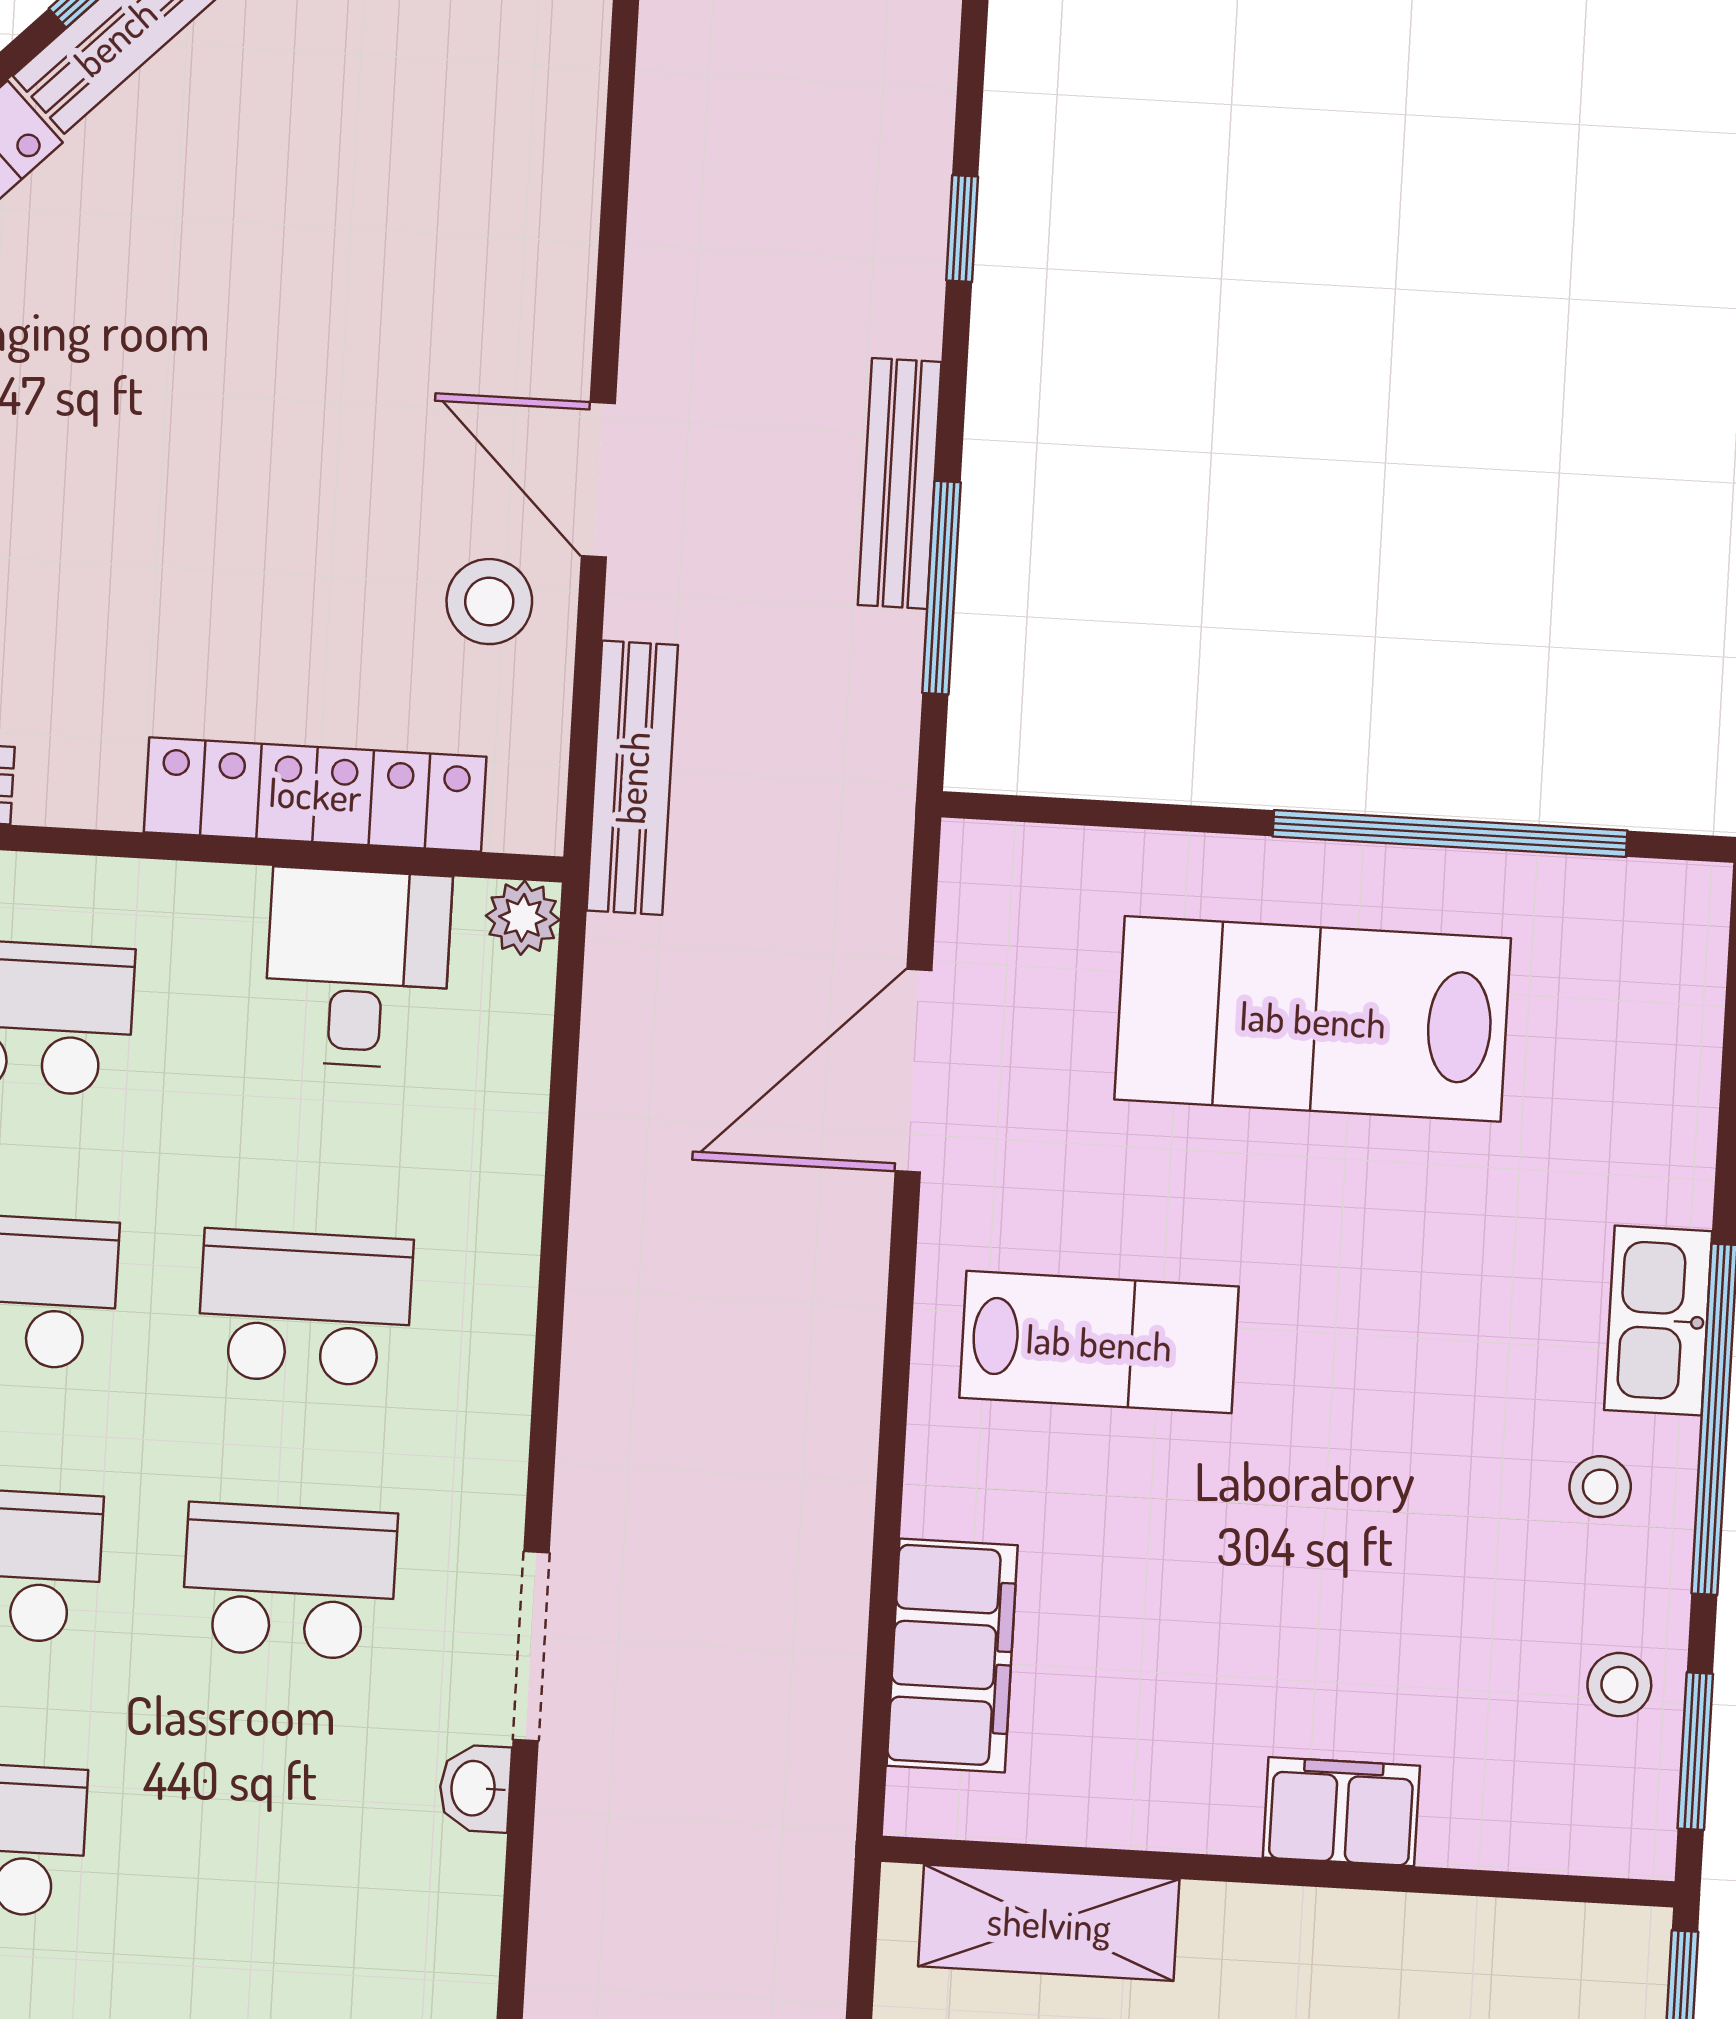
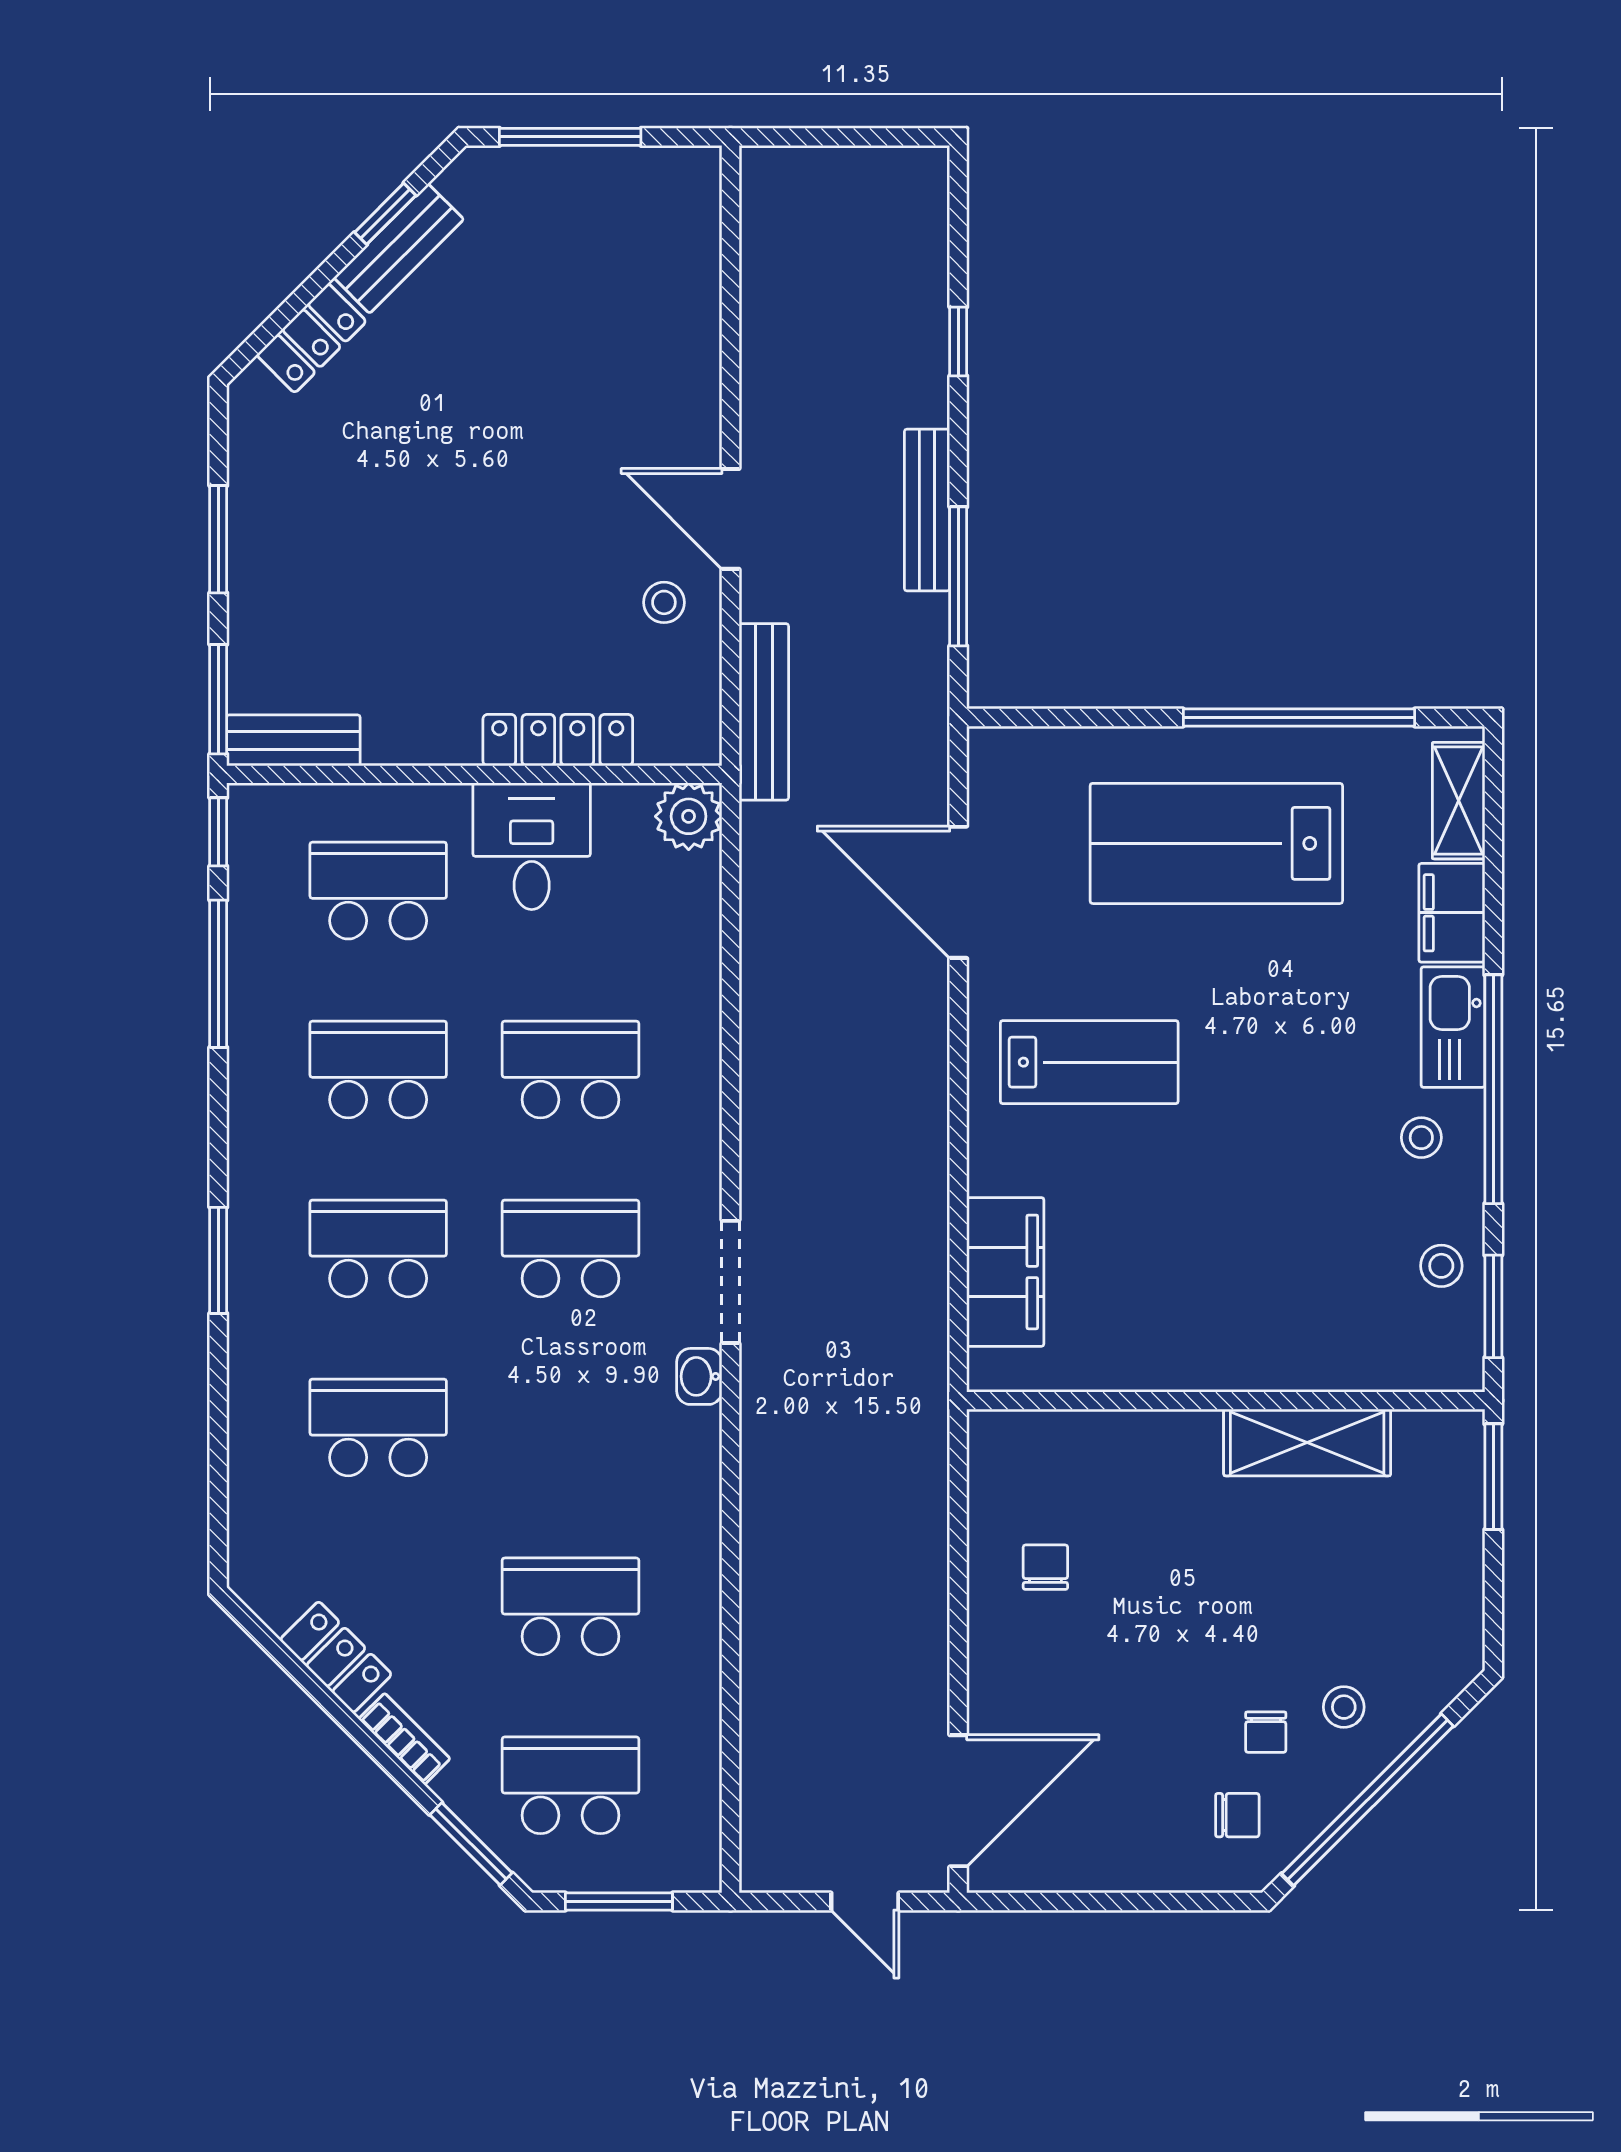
stool: (489, 602) -> (664, 602), width x0.73, depth x0.73
locker: (315, 794) -> (558, 740), width x0.71, depth x0.83
plant: (523, 918) -> (689, 816), width x1.38, depth x1.38
desk: (358, 968) -> (532, 846), moved
shelving: (1687, 975) -> (1459, 801), added
door: (914, 1071) -> (958, 892), hinge flipped
filing cabinet: (1341, 1812) -> (1452, 913), moved, turned -90
shelving: (1049, 1923) -> (1307, 1442), moved

